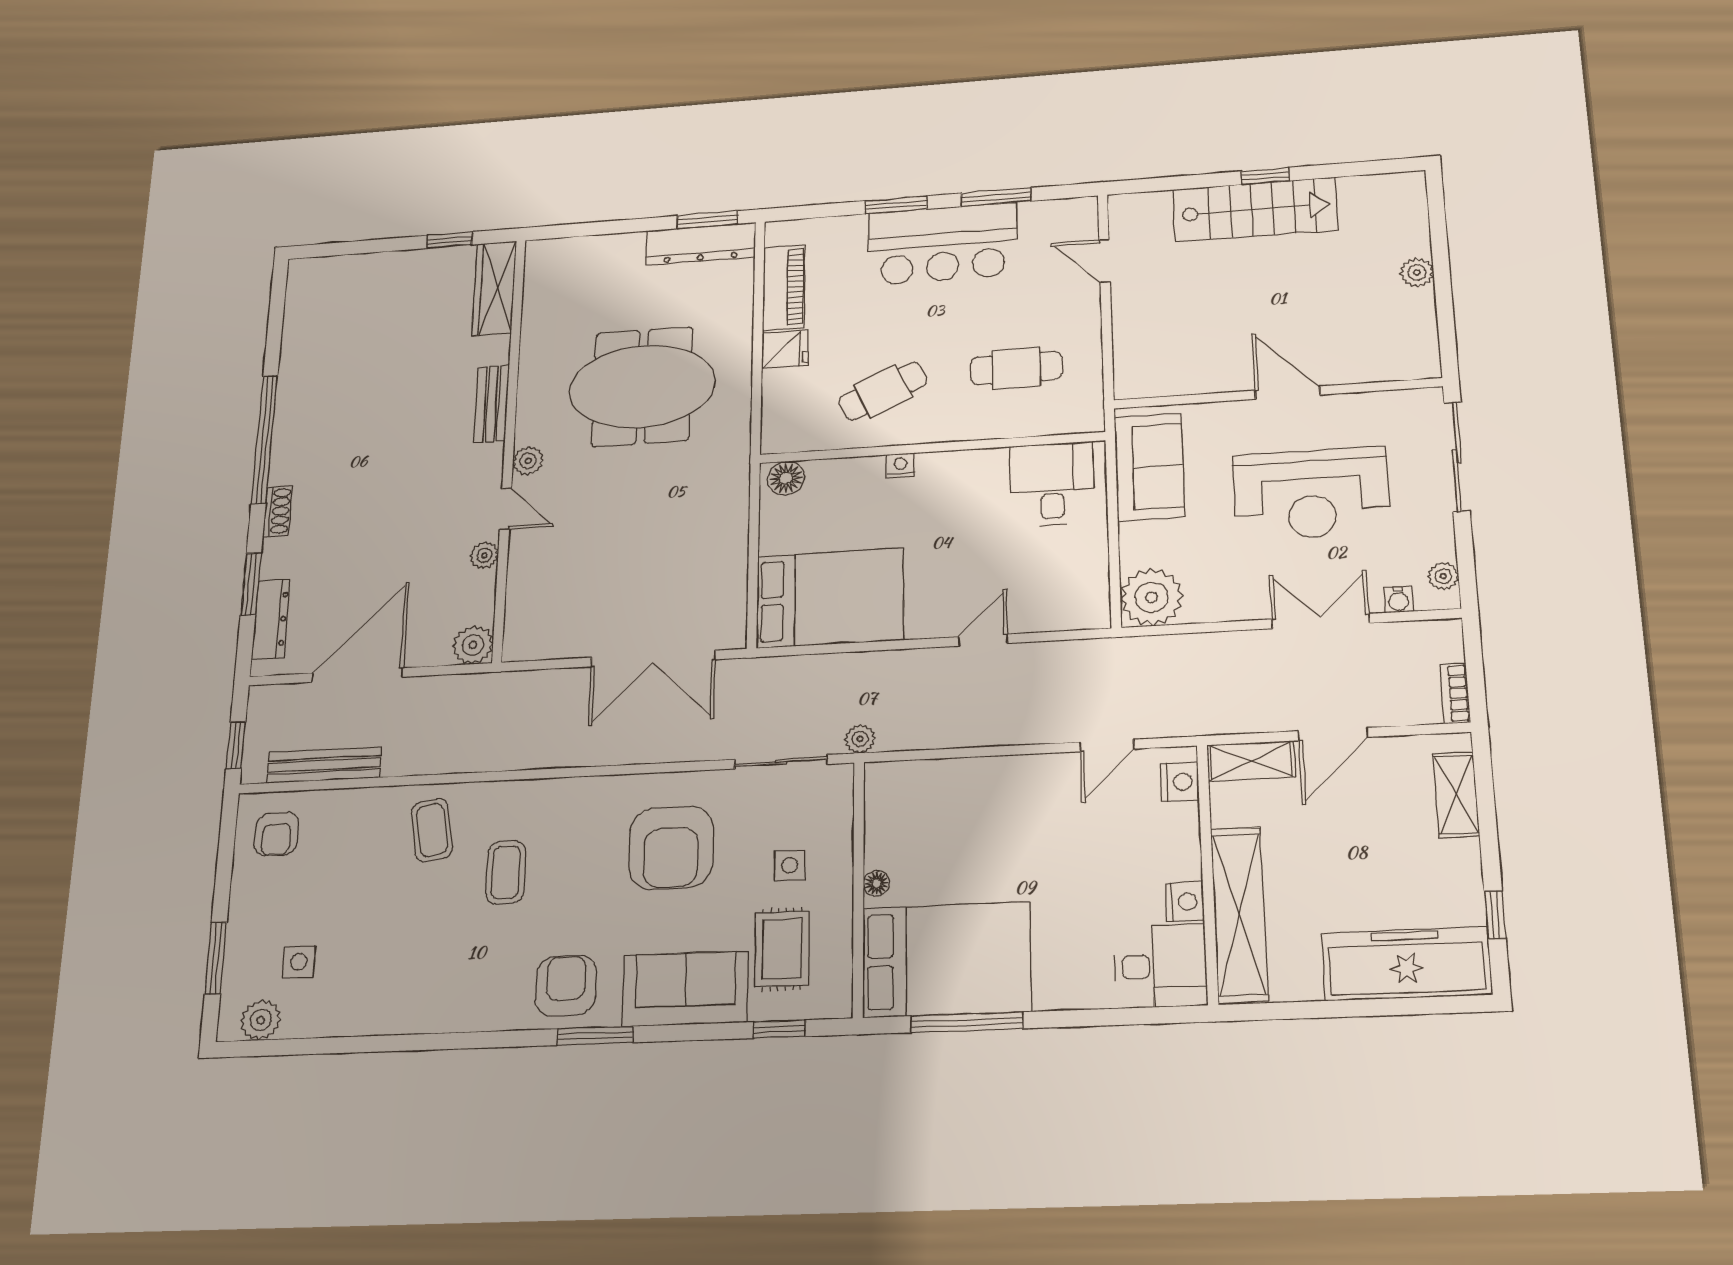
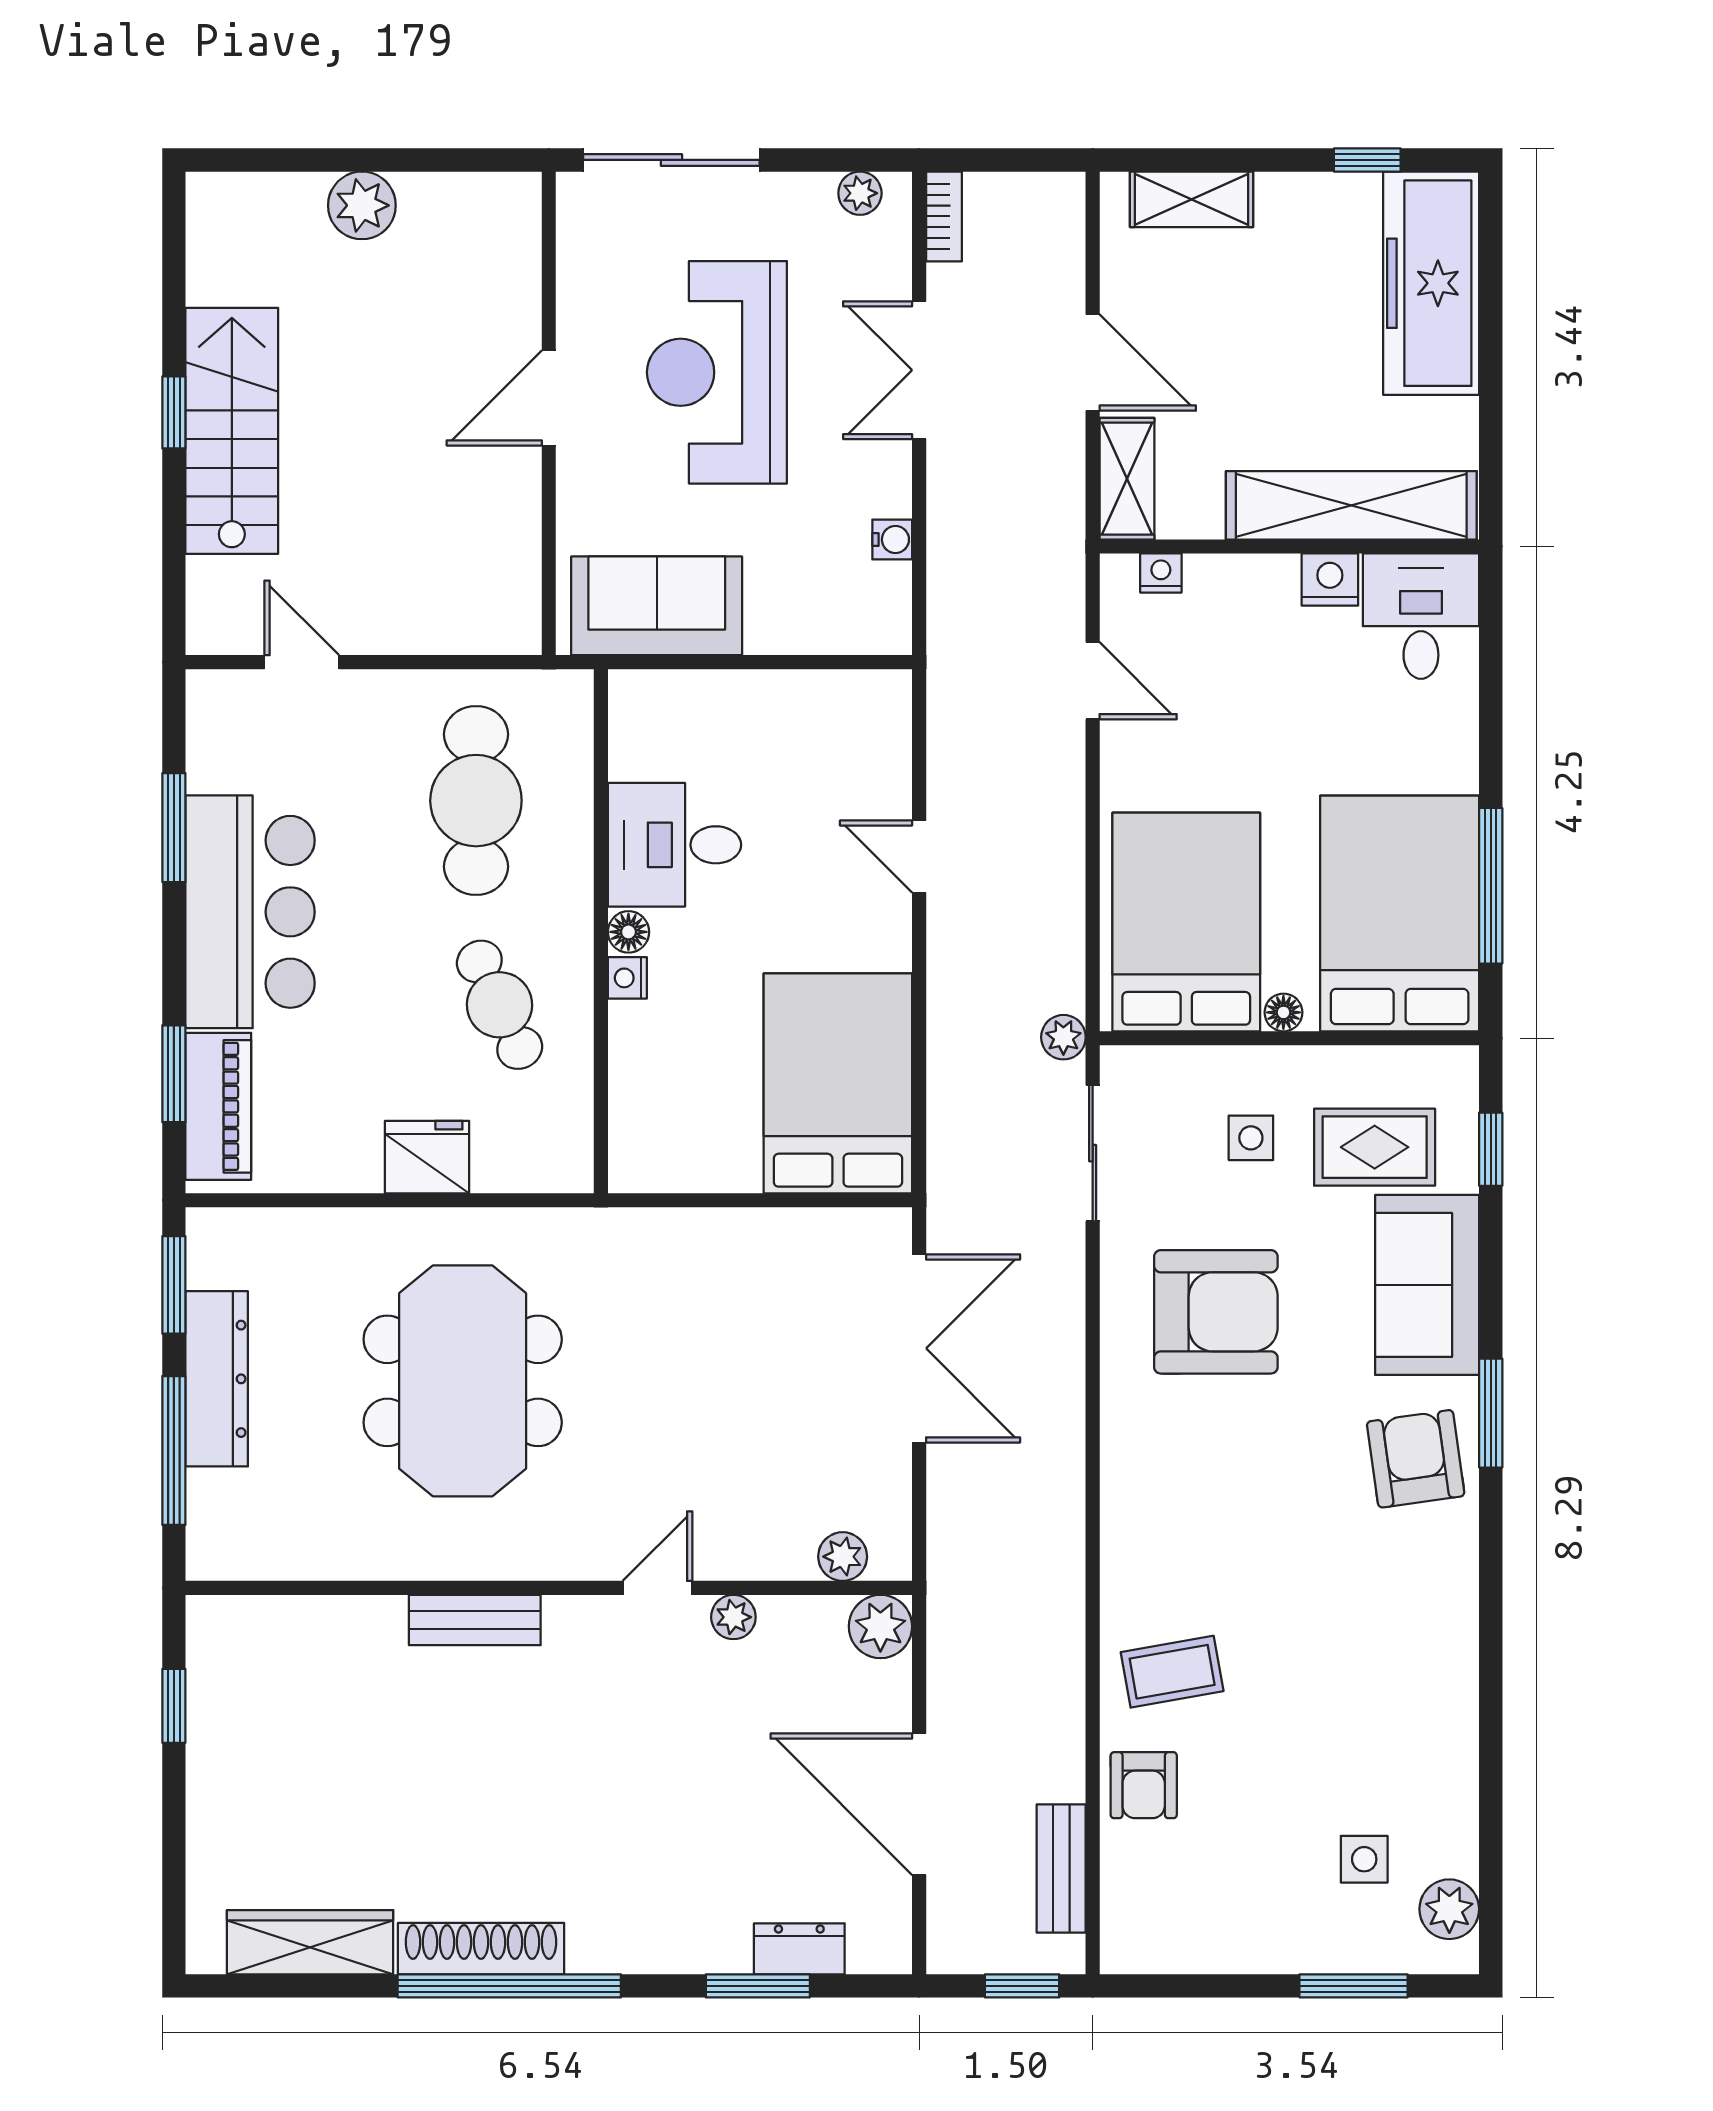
window: (896, 205) -> (174, 1074), moved
window: (605, 228) -> (174, 1451), added
dresser: (701, 244) -> (217, 1379), moved
door: (1105, 261) -> (302, 662), swing flipped
plant: (1417, 272) -> (362, 205), width x1.38, depth x1.38
wardrobe: (494, 288) -> (310, 1942), moved, turned 180
piano: (784, 288) -> (218, 1106), moved, turned 90
fridge: (785, 349) -> (427, 1157), width x1.38
cafe table: (1016, 368) -> (476, 801), width x1.37, depth x1.35
plant: (528, 461) -> (843, 1557), moved
floor lamp: (786, 478) -> (628, 932), moved, width x0.73, depth x0.73
desk: (1052, 484) -> (674, 845), moved
reception desk: (1311, 494) -> (717, 372), turned 180
shoe rack: (278, 511) -> (481, 1949), moved, width x1.94, depth x1.24
plant: (1152, 597) -> (867, 610), removed
water cooler: (1399, 599) -> (892, 540), moved
dresser: (271, 619) -> (799, 1949), width x0.70
bookcase: (1455, 693) -> (944, 216), moved, turned -90
bench: (324, 765) -> (1061, 1868), width x0.73
nightstand: (1180, 782) -> (1161, 573), width x0.72, depth x0.74
bed: (939, 815) -> (1186, 922), added
armchair: (277, 834) -> (1144, 1785), moved, turned 90
coffee table: (506, 872) -> (1242, 1556), removed
armchair: (566, 986) -> (1416, 1459), turned 82

